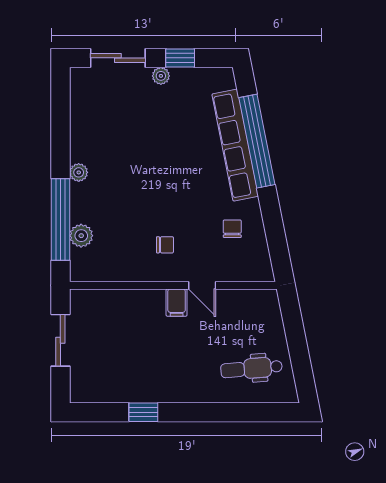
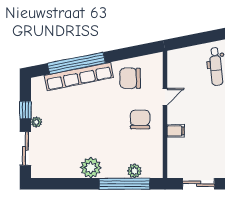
plant: (79, 172) -> (91, 168), width x1.87, depth x1.87
chair: (232, 229) -> (130, 78), width x1.87, depth x1.87
chair: (165, 245) -> (140, 120), width x1.87, depth x1.87
filing cabinet: (177, 303) -> (176, 131), moved

